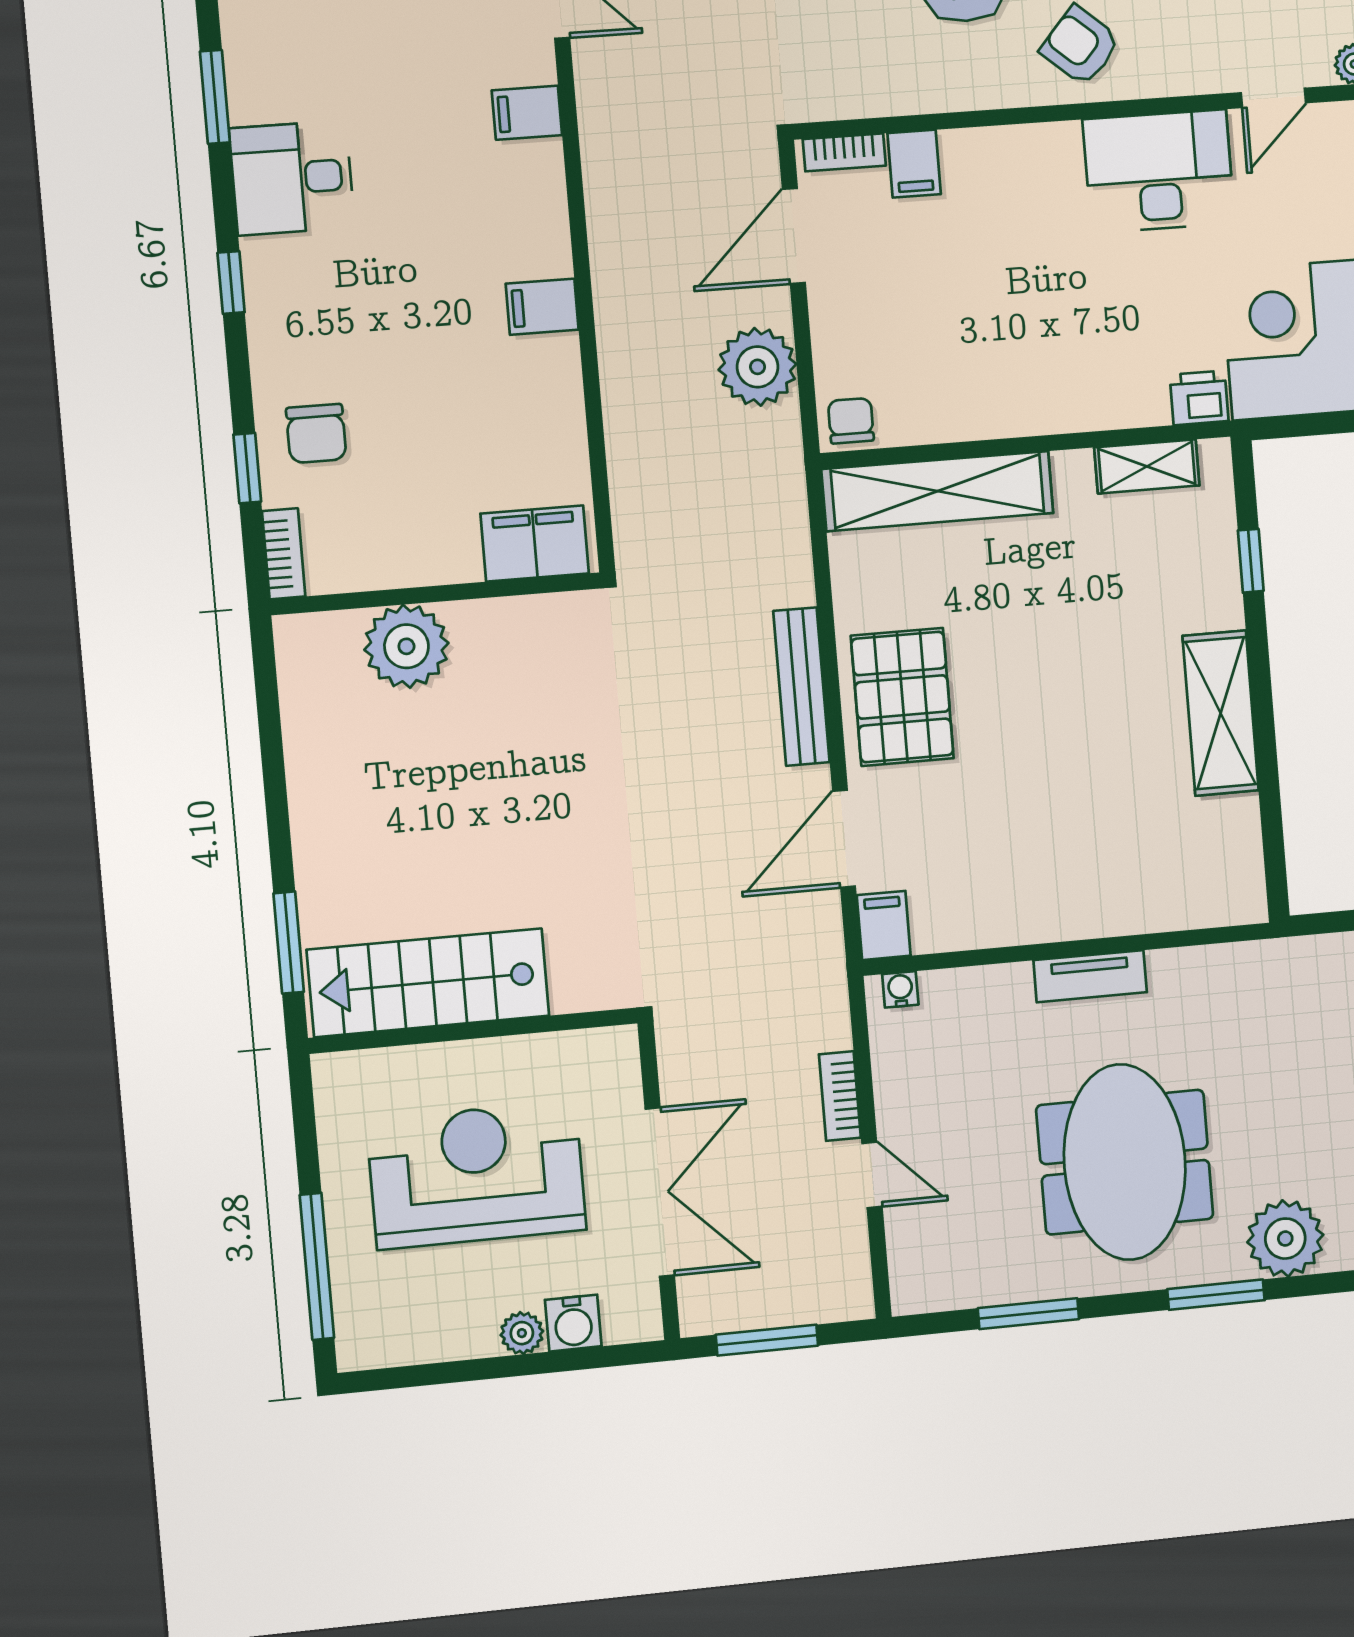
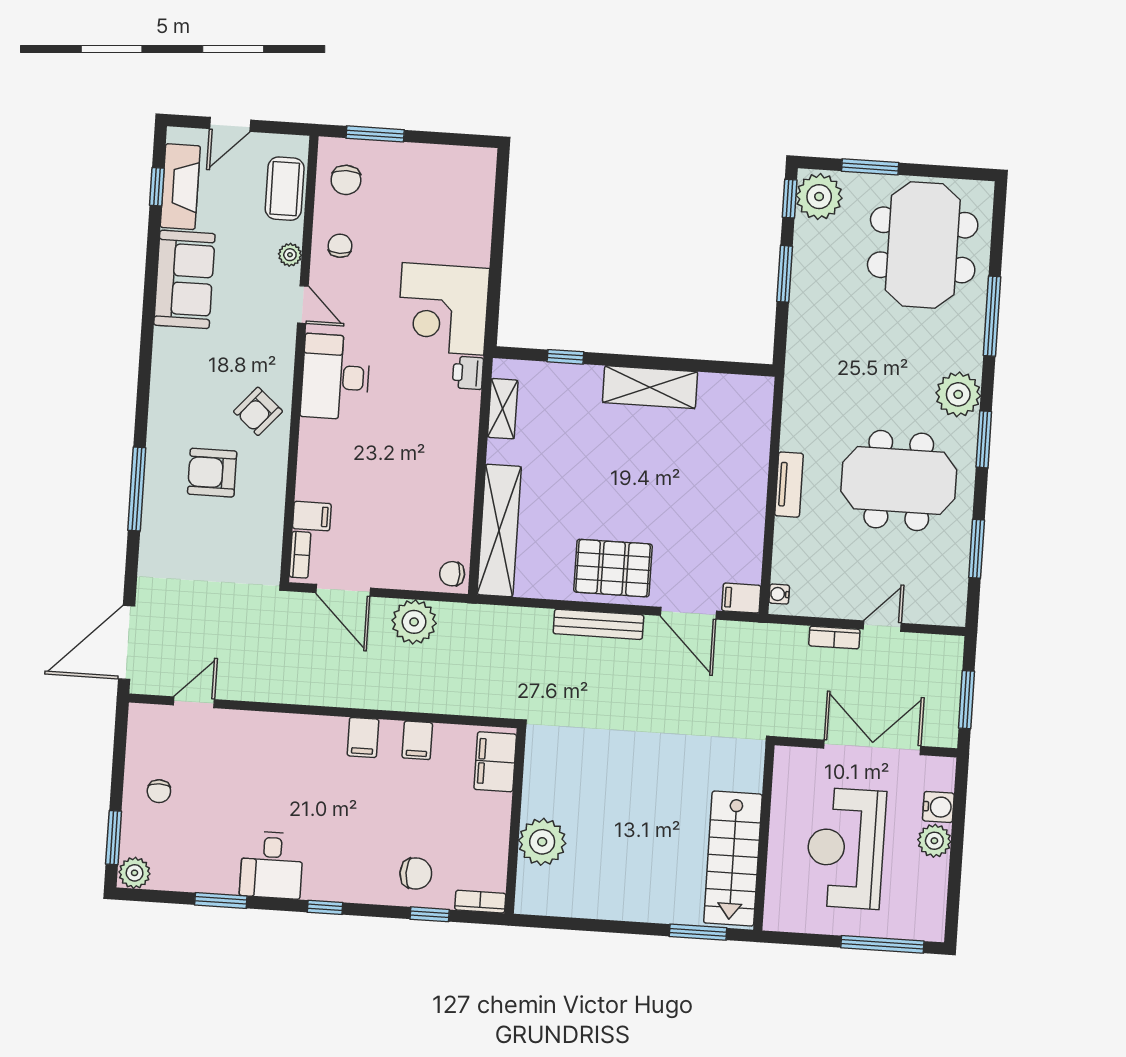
filing cabinet: (527, 113) -> (417, 740), moved
plant: (522, 1333) -> (934, 841), width x1.38, depth x1.38

